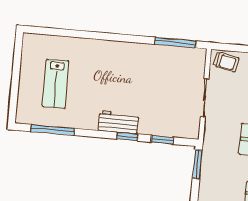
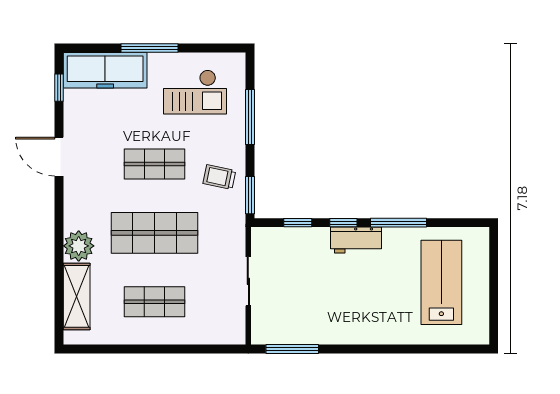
trolley: (226, 62) -> (219, 177), moved
lab bench: (56, 84) -> (441, 282), width x1.36, depth x1.39
window: (53, 130) -> (398, 223), moved

